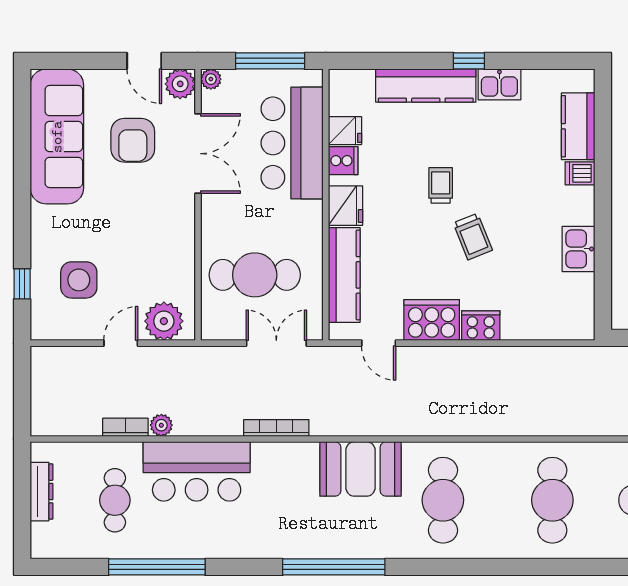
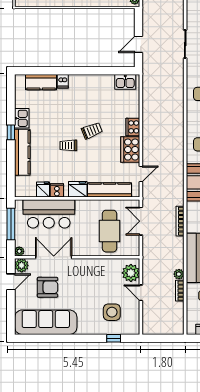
kitchen sink: (578, 249) -> (125, 82), moved

